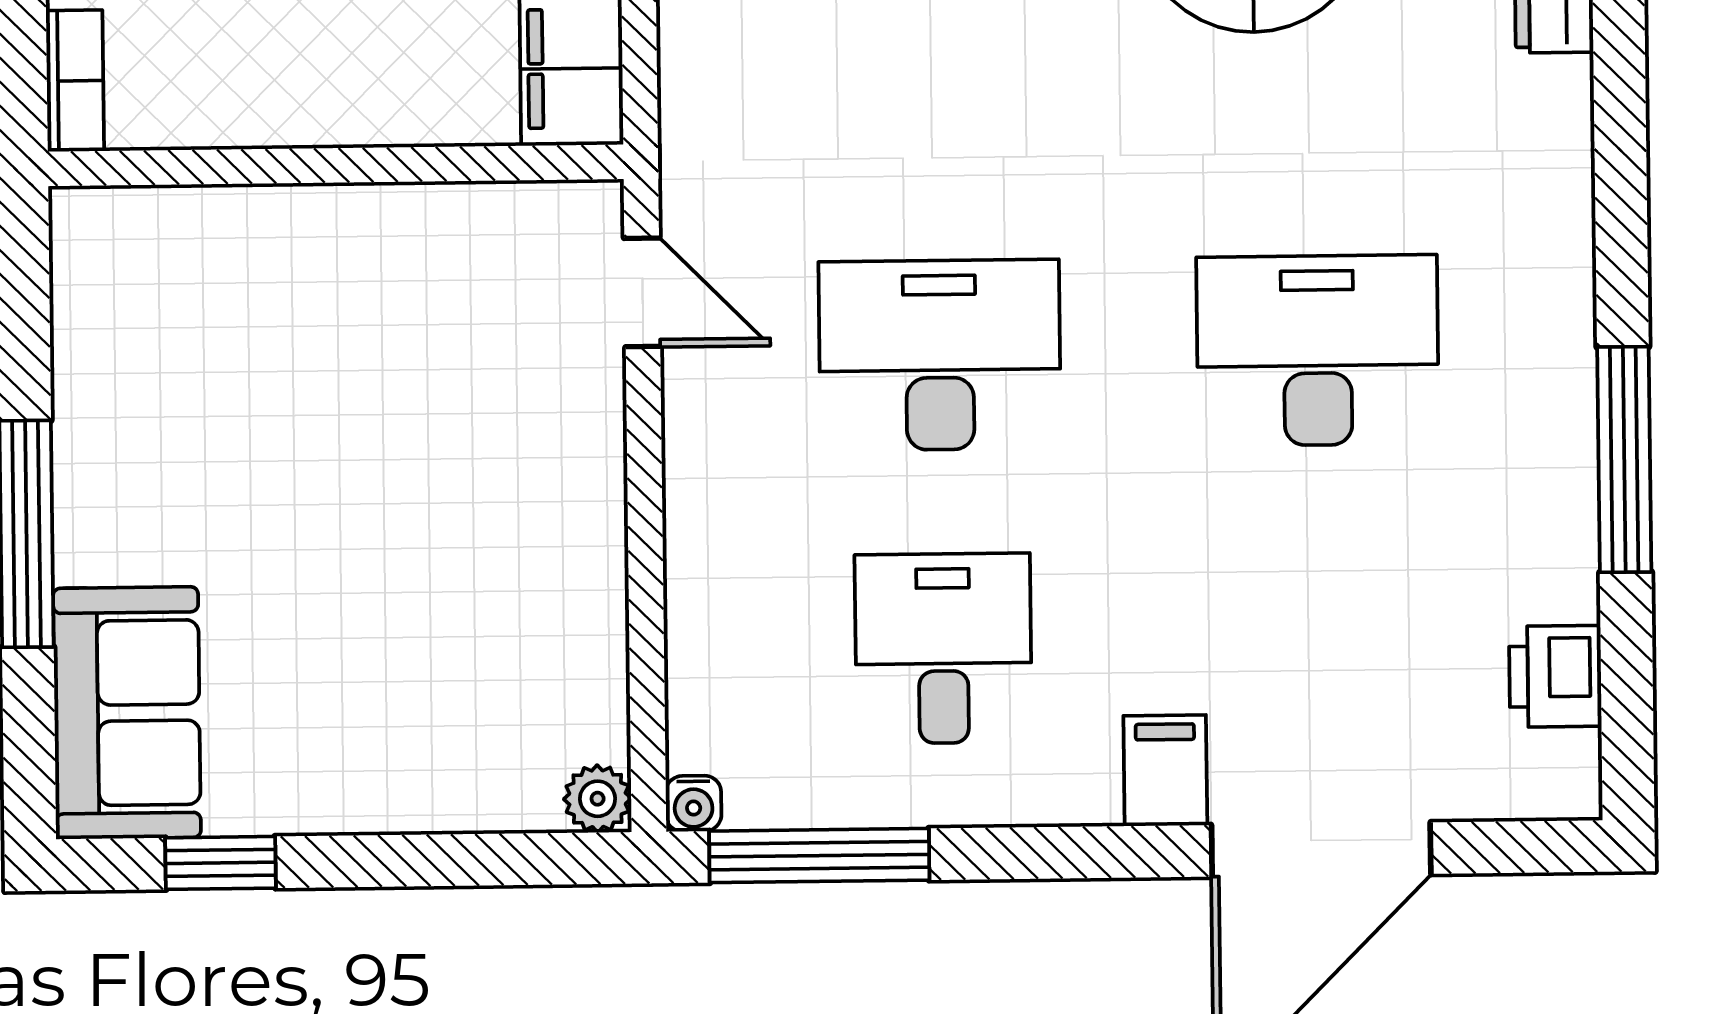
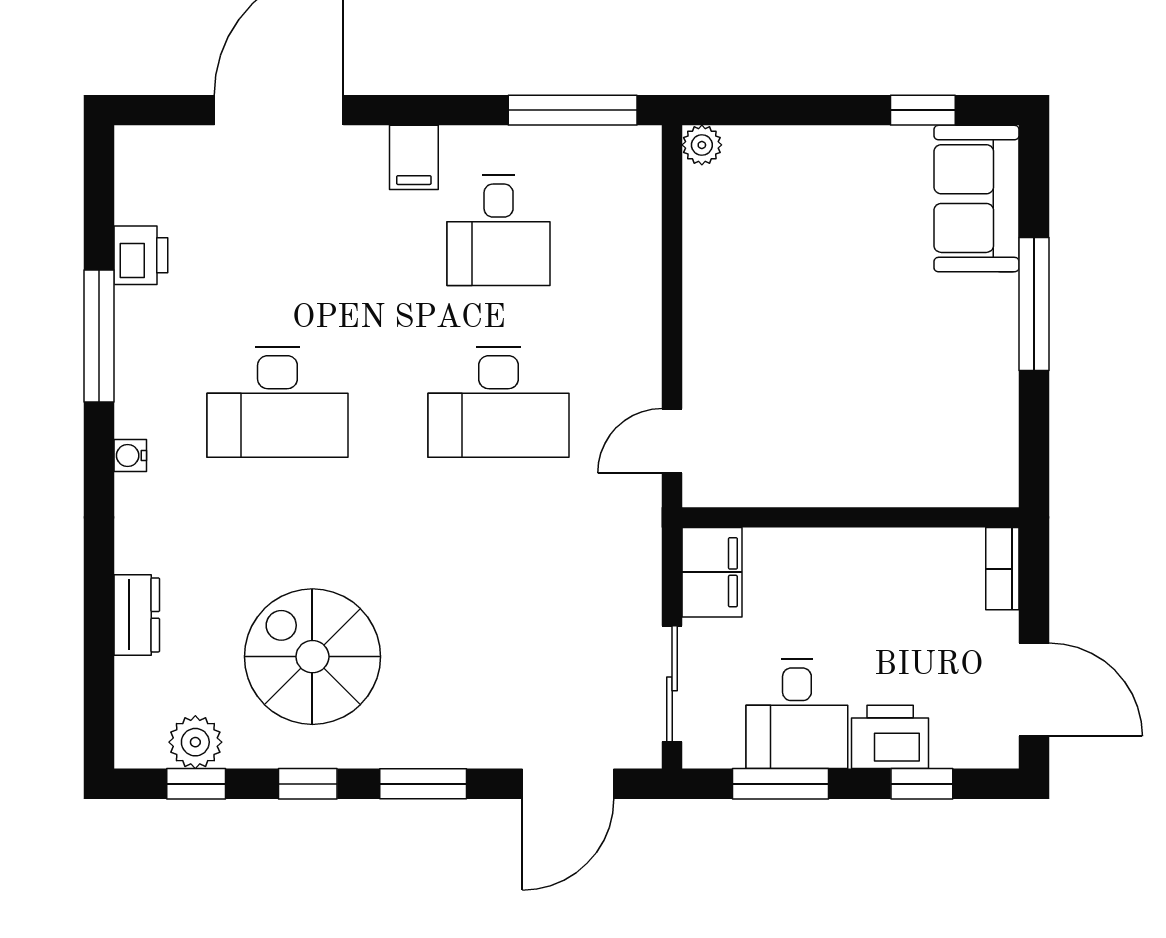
door: (642, 292) -> (672, 441), hinge flipped
printer: (1555, 676) -> (141, 255), moved
filing cabinet: (1165, 770) -> (414, 157), moved
water cooler: (694, 804) -> (130, 455), moved, turned -90

